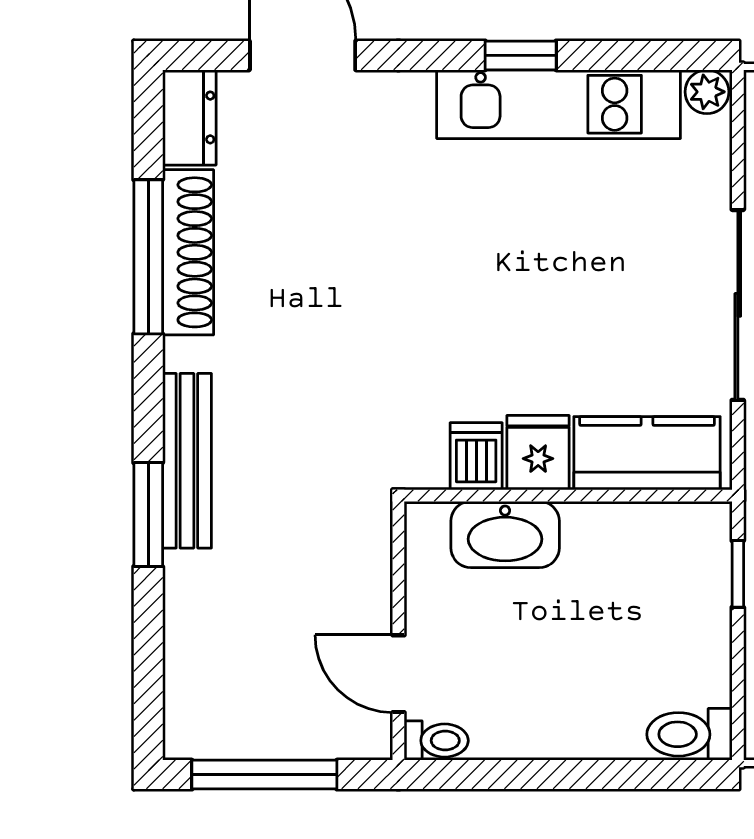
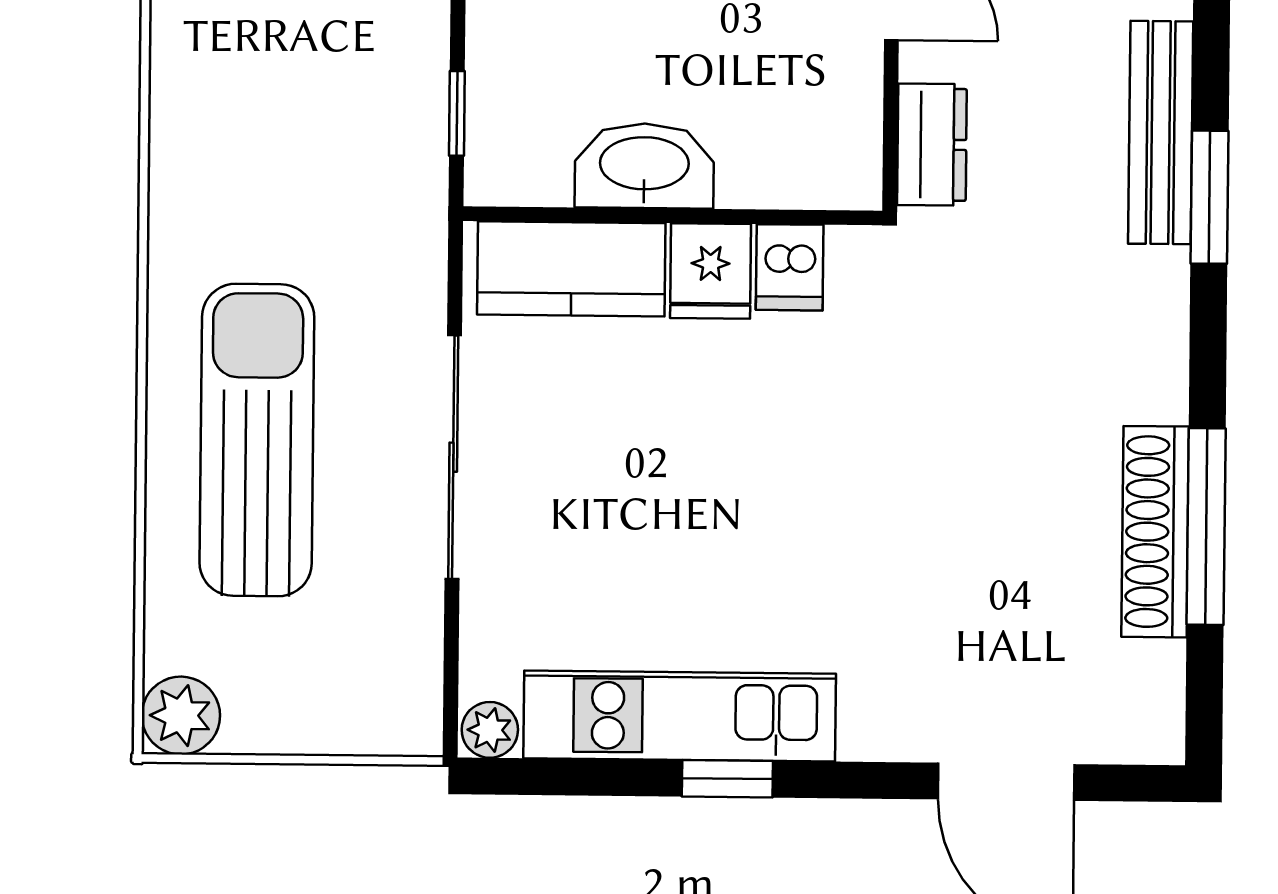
dresser: (189, 117) -> (932, 145), moved, turned 180
bench: (187, 461) -> (1161, 133), moved
washbasin: (505, 534) -> (644, 166), moved

